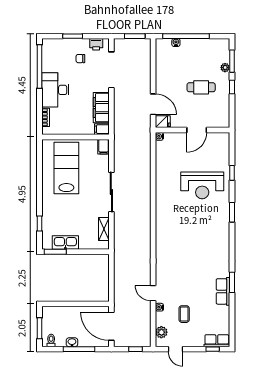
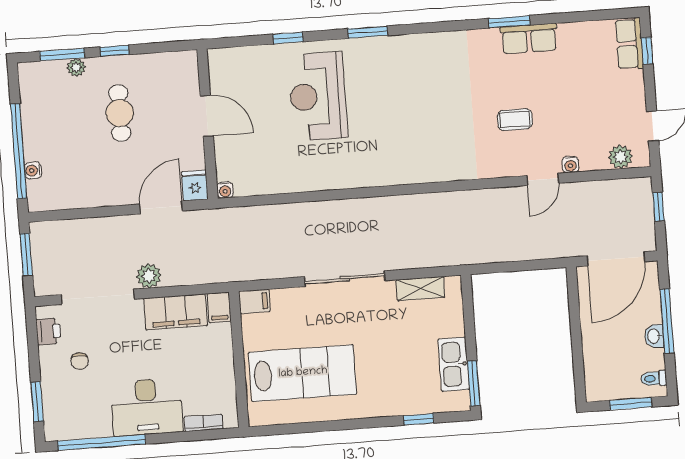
window: (73, 36) -> (37, 402), moved
plant: (120, 96) -> (149, 276), added
lab bench: (66, 168) -> (303, 373), turned 180
reception desk: (202, 185) -> (318, 96), turned 180
coffee table: (184, 314) -> (515, 120), moved

